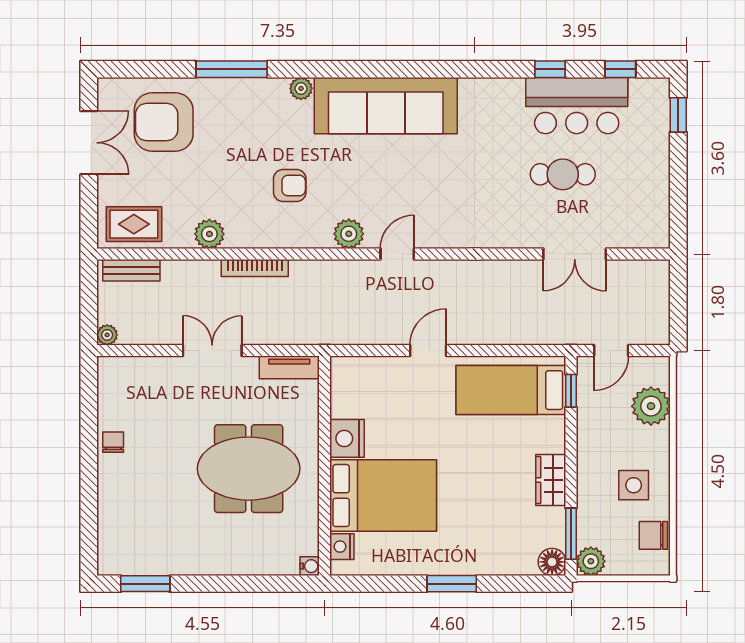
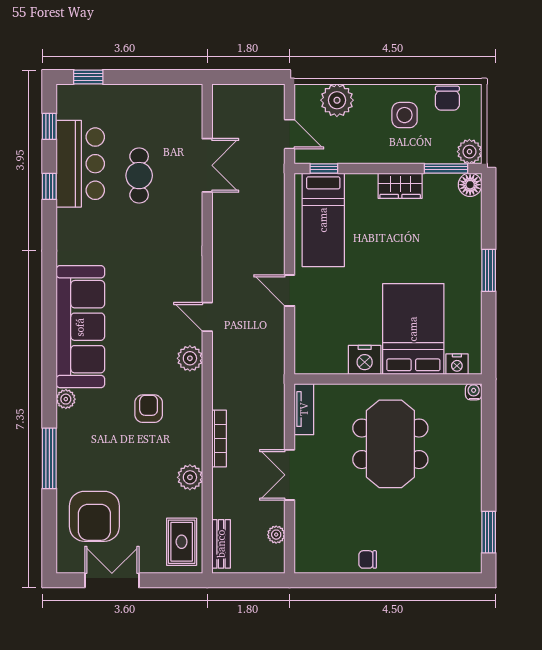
plant: (107, 335) -> (276, 535), moved

